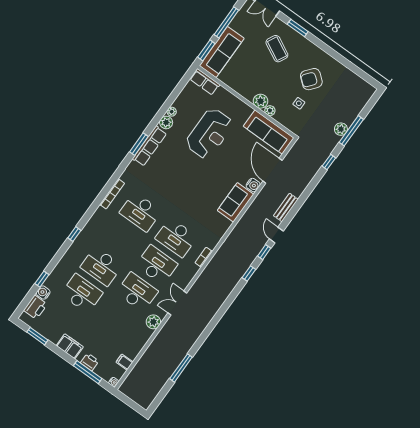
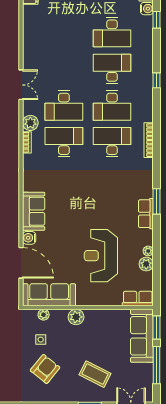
plant: (270, 111) -> (44, 315), moved
plant: (166, 122) -> (146, 264), moved
row of seats: (150, 146) -> (146, 214), width x0.68
desk: (137, 292) -> (112, 106), moved
plant: (153, 322) -> (30, 123), moved

